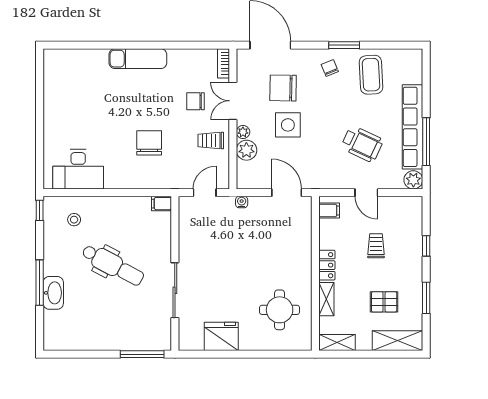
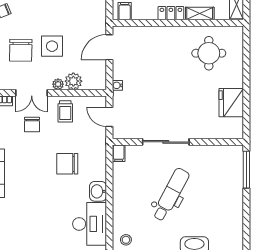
washbasin: (117, 179) -> (98, 191), added
stool: (74, 220) -> (126, 240), moved
sliding door: (175, 290) -> (166, 142), moved

